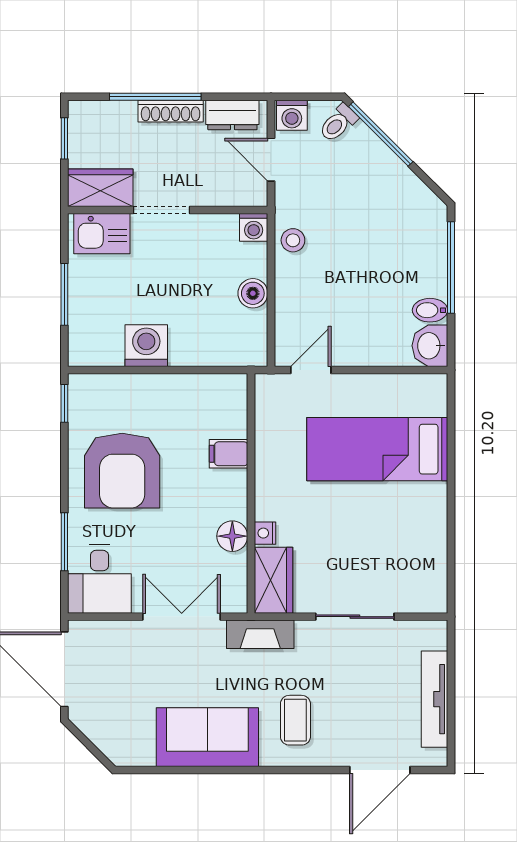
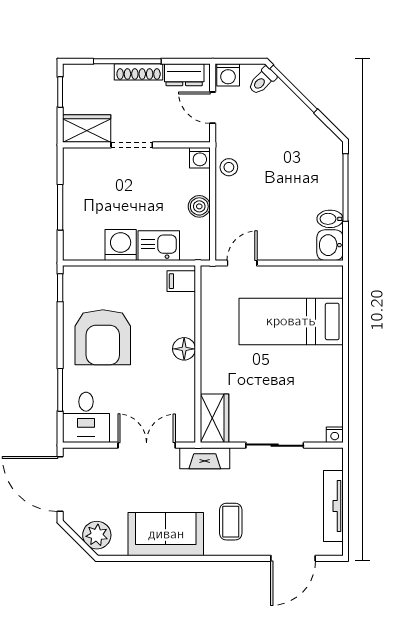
kitchen sink: (102, 234) -> (159, 246), moved, turned 180
filing cabinet: (229, 454) -> (181, 281), moved
nightstand: (265, 533) -> (335, 435), moved, turned -90
floor lamp: (232, 536) -> (184, 349), moved
plant: (114, 738) -> (97, 535), added

